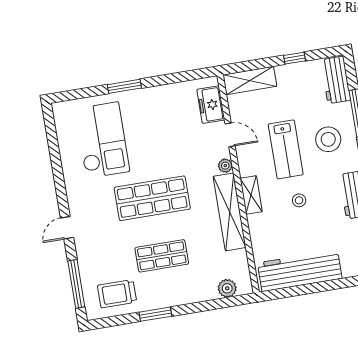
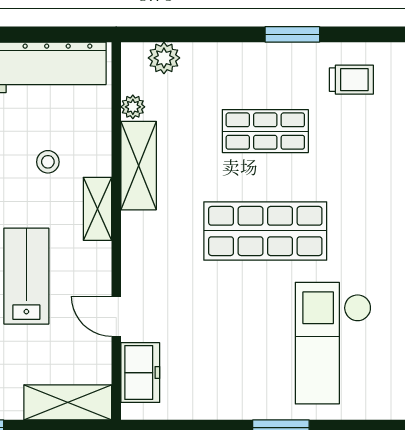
plant: (225, 166) -> (133, 107), moved
stool: (299, 200) -> (48, 162), moved
shelving: (230, 212) -> (139, 166), width x0.68
trolley: (117, 294) -> (351, 80), width x0.73, depth x0.72

